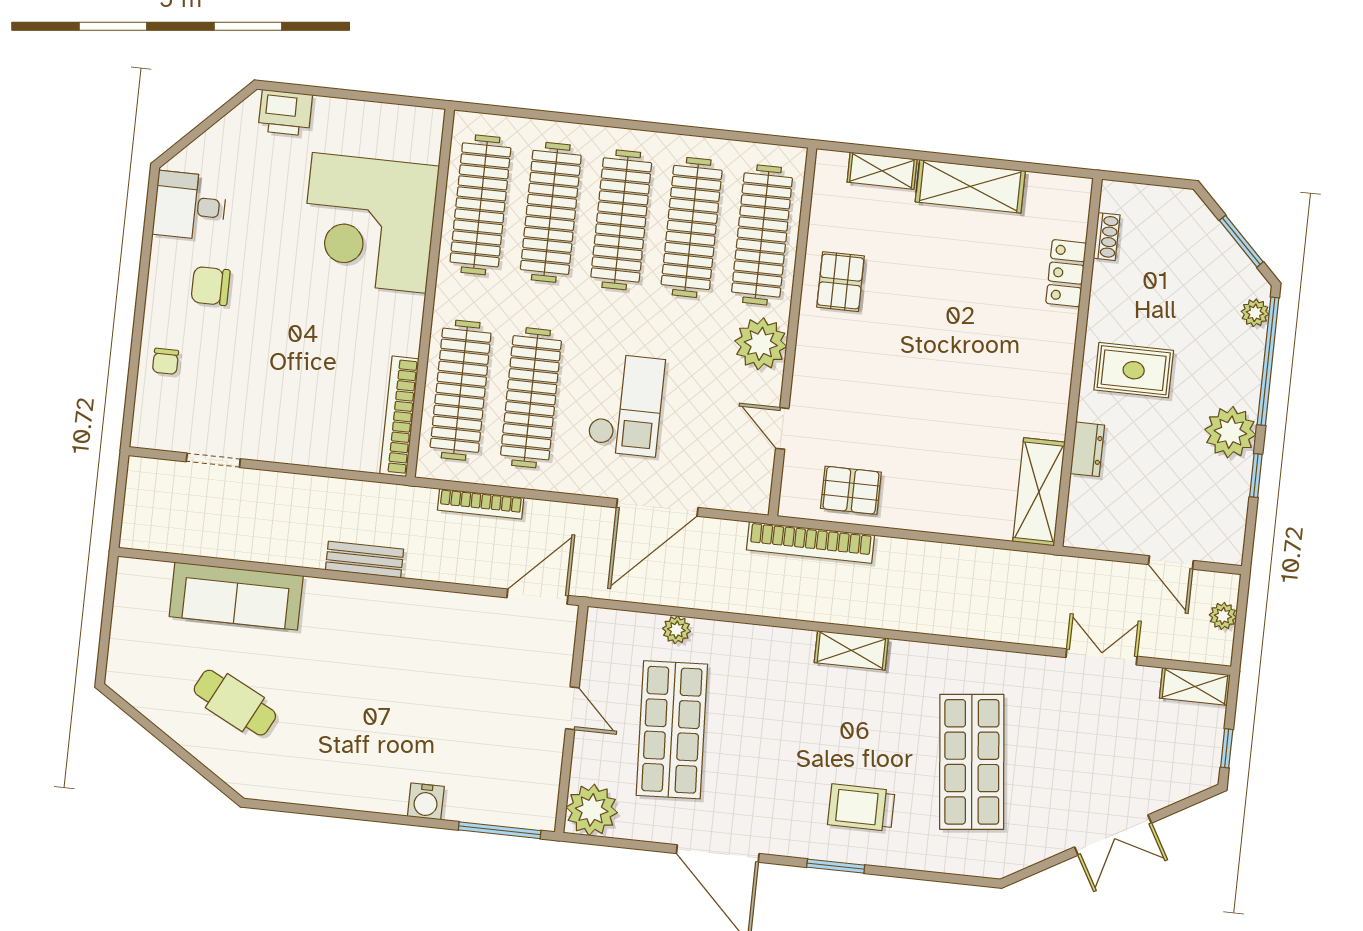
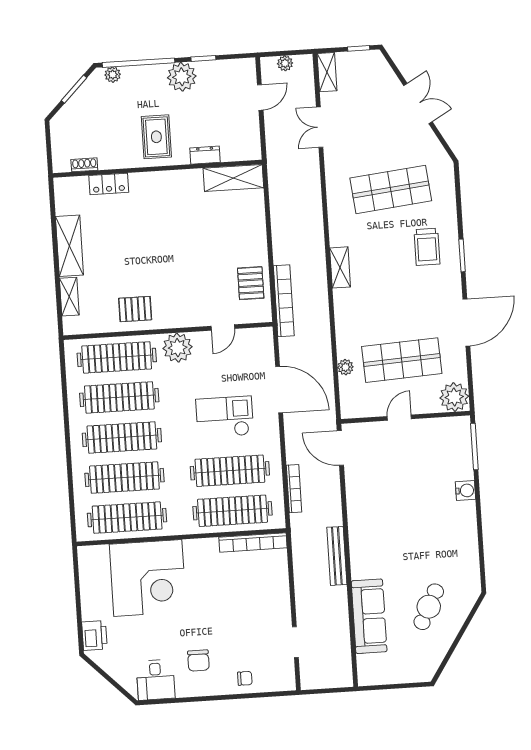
bench: (365, 560) -> (337, 556), width x1.36

